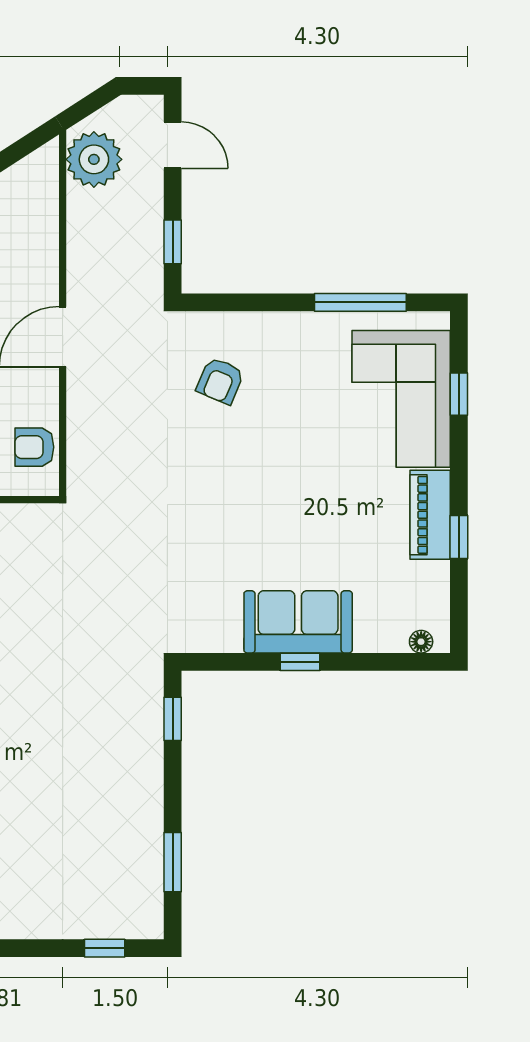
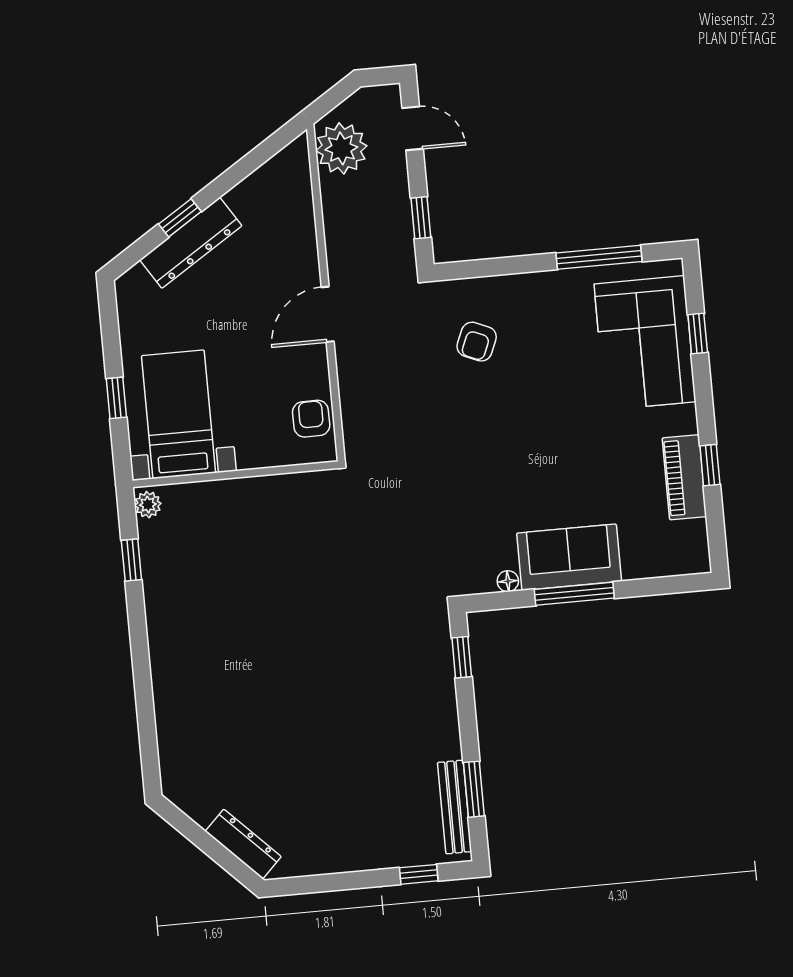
armchair: (34, 447) -> (311, 419), turned 90
piano: (430, 515) -> (684, 477), moved
floor lamp: (421, 642) -> (508, 581), moved
window: (300, 662) -> (574, 594), width x2.17
bench: (150, 879) -> (454, 807), added

